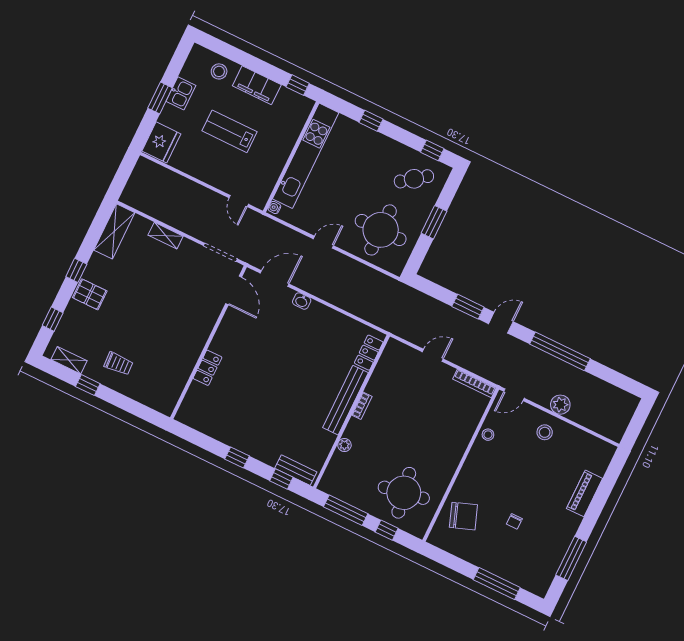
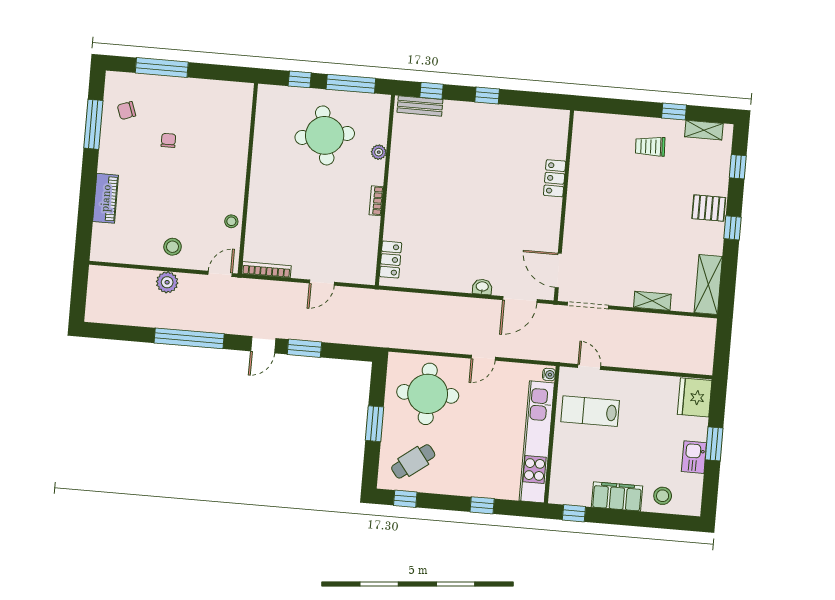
lab bench: (229, 131) -> (590, 411), moved, turned 180
bench: (346, 400) -> (396, 200), removed
round table: (404, 493) -> (325, 135), moved
chair: (463, 516) -> (126, 111), moved, width x0.54, depth x0.54

